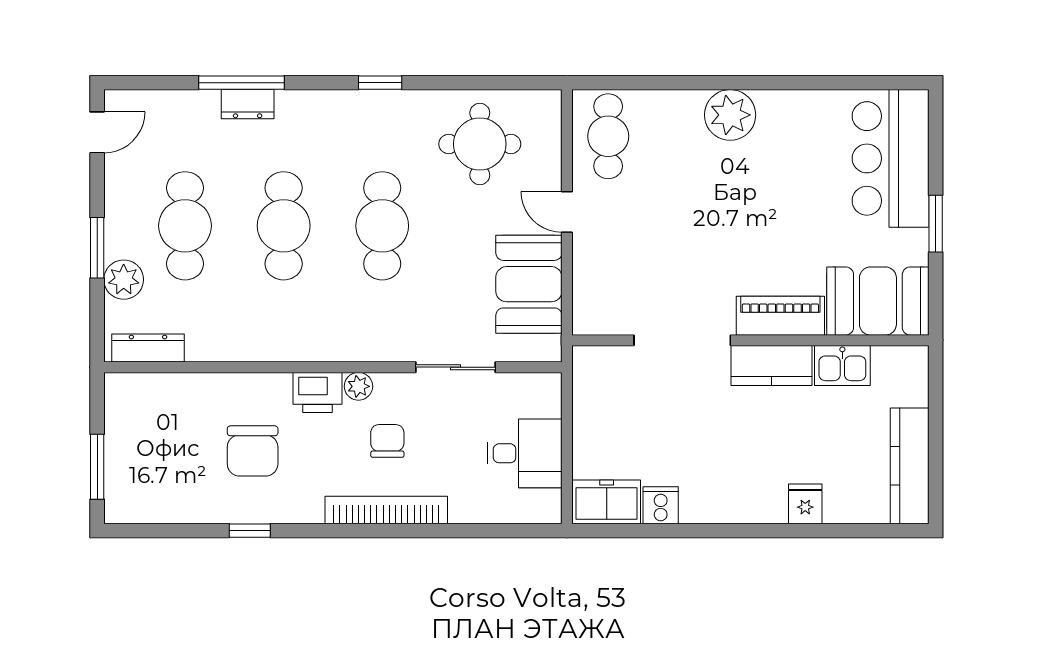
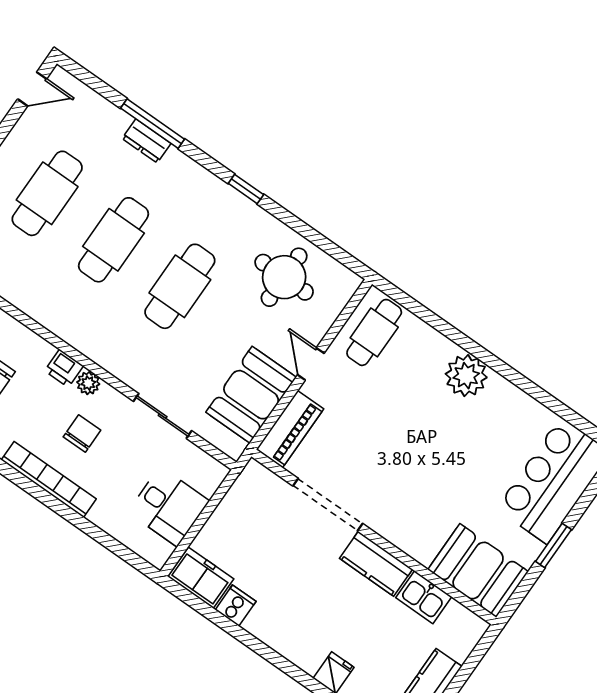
piano: (780, 316) -> (290, 429), moved, turned 90
printer: (317, 392) -> (64, 368), width x0.73, depth x0.81

